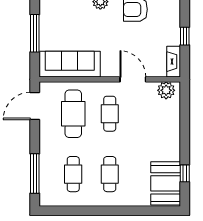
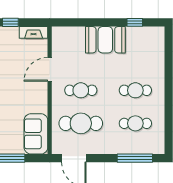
sofa: (70, 64) -> (36, 134), width x0.73
plant: (166, 90) -> (60, 39), removed
booth: (166, 183) -> (105, 40), moved

